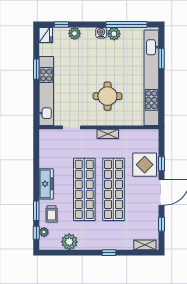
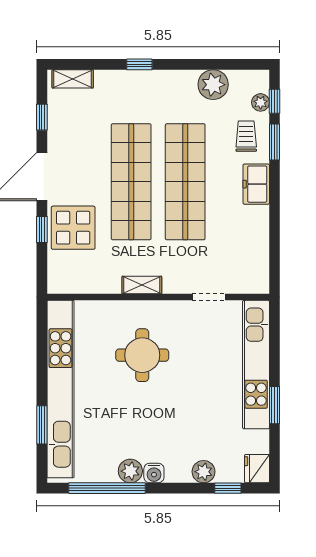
freezer: (46, 184) -> (256, 184), width x0.71

